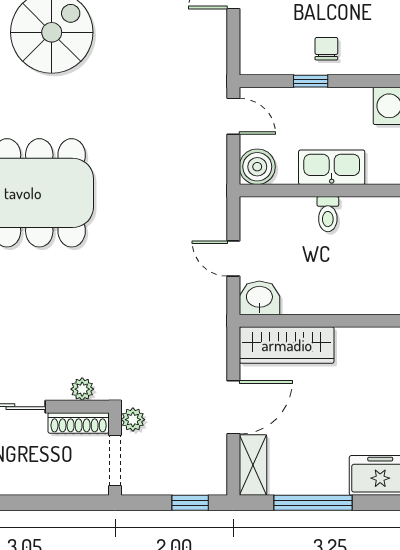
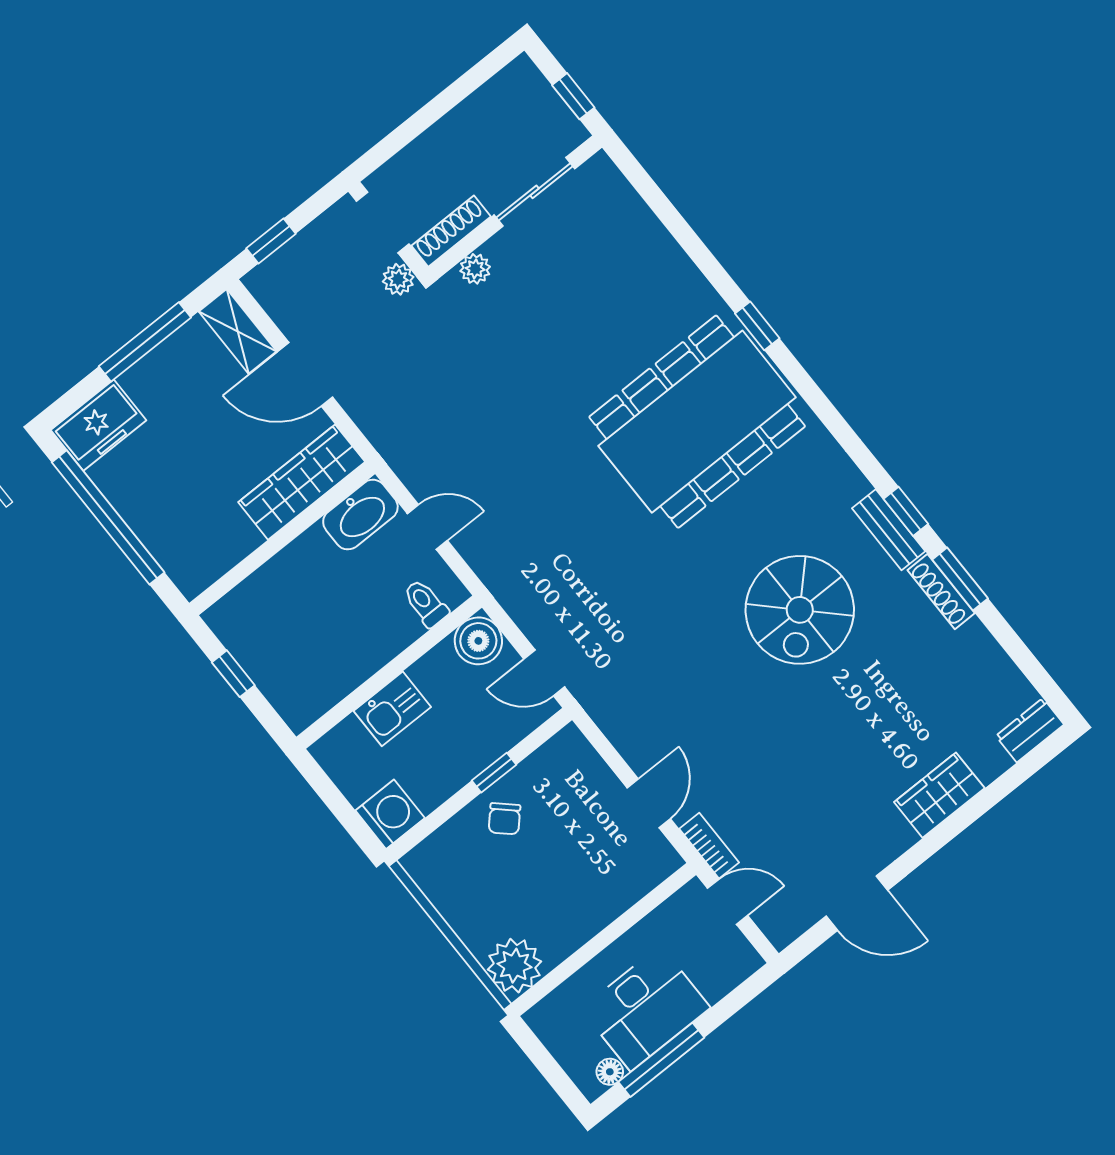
chair: (326, 49) -> (504, 819), turned 43
kitchen sink: (332, 167) -> (392, 709), width x0.73
toilet: (328, 214) -> (426, 603), moved
washbasin: (259, 298) -> (360, 515), width x1.38
door: (233, 407) -> (305, 374), hinge flipped

